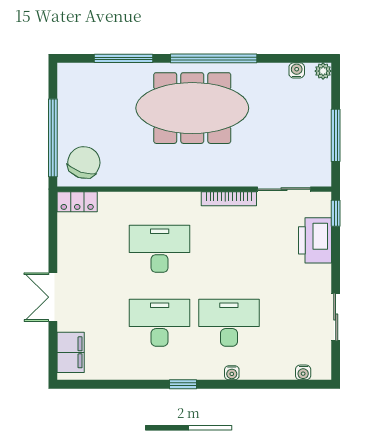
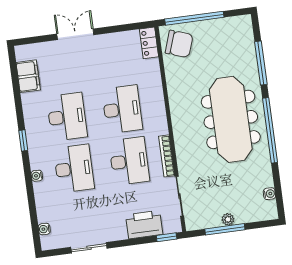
plant: (323, 71) -> (228, 219), moved
desk: (229, 249) -> (129, 161), added
filing cabinet: (71, 352) -> (28, 76), moved, turned -90

